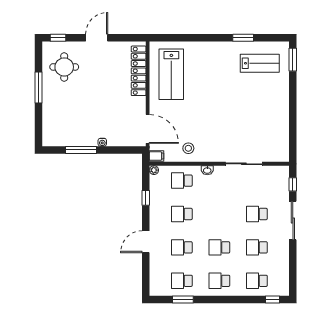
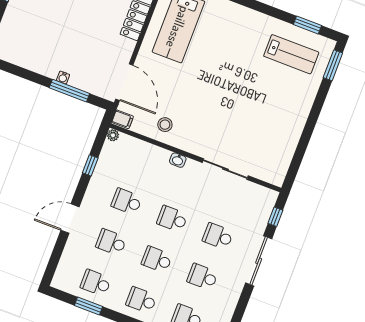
window: (243, 38) -> (307, 25), moved
window: (81, 150) -> (69, 91), moved
school desk: (182, 181) -> (172, 219), moved

